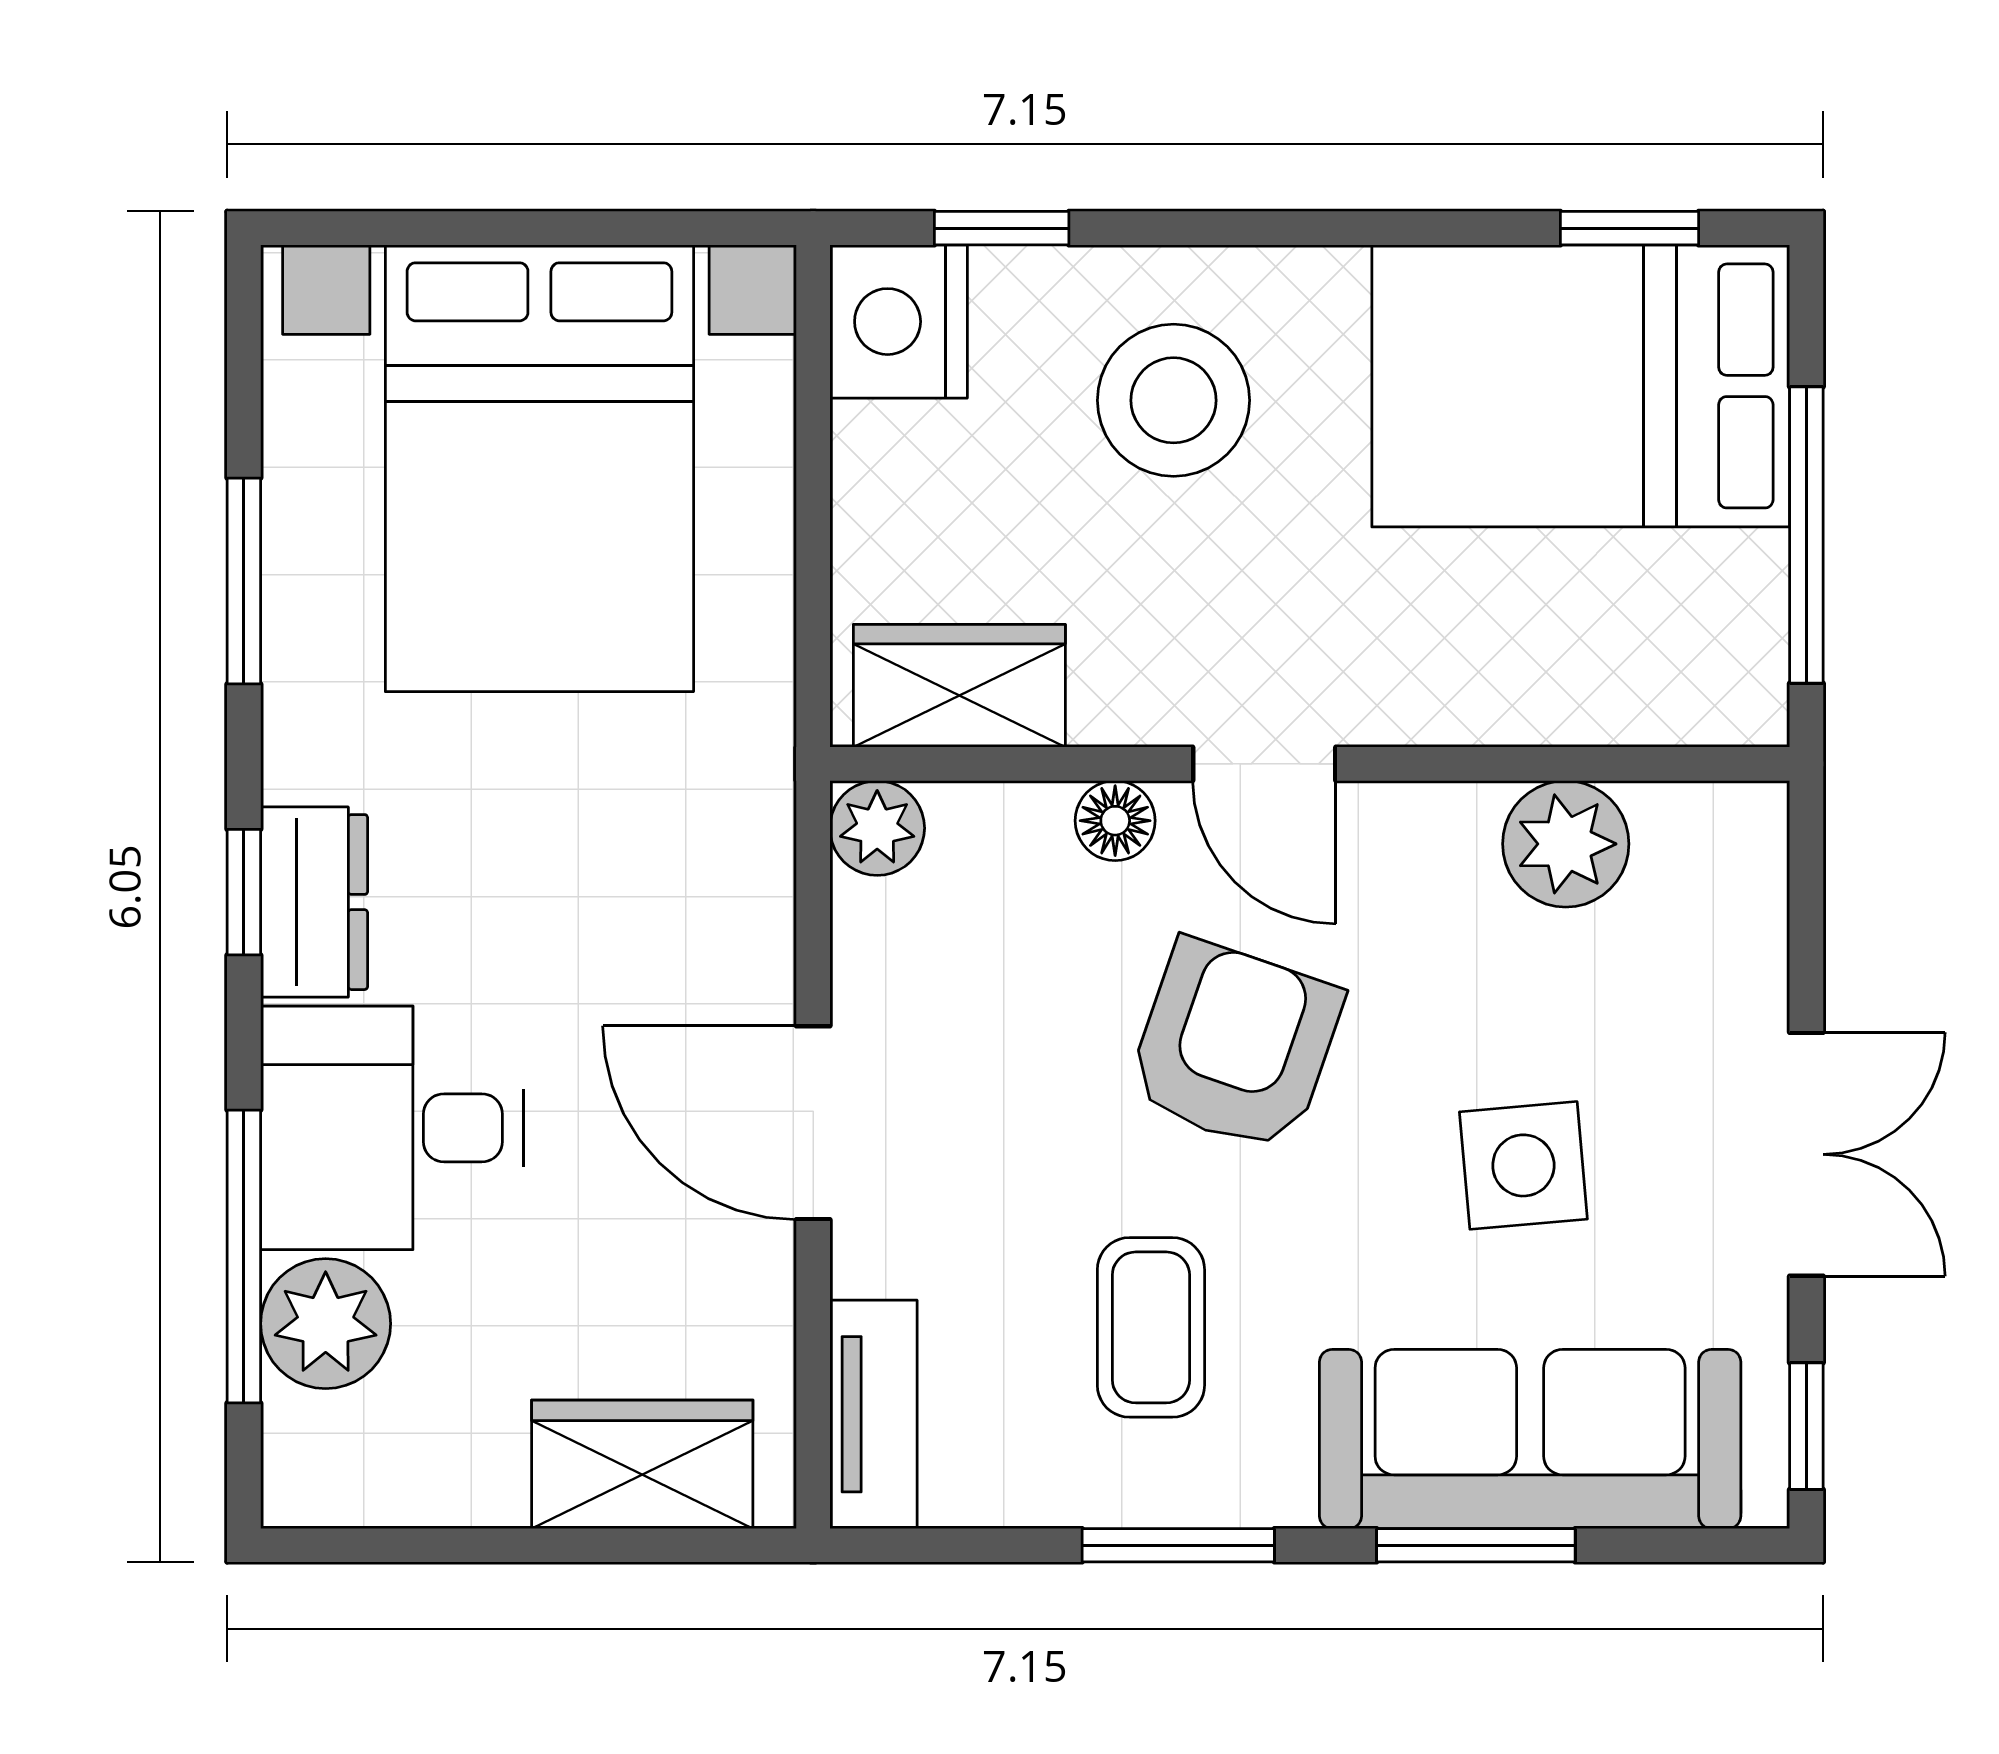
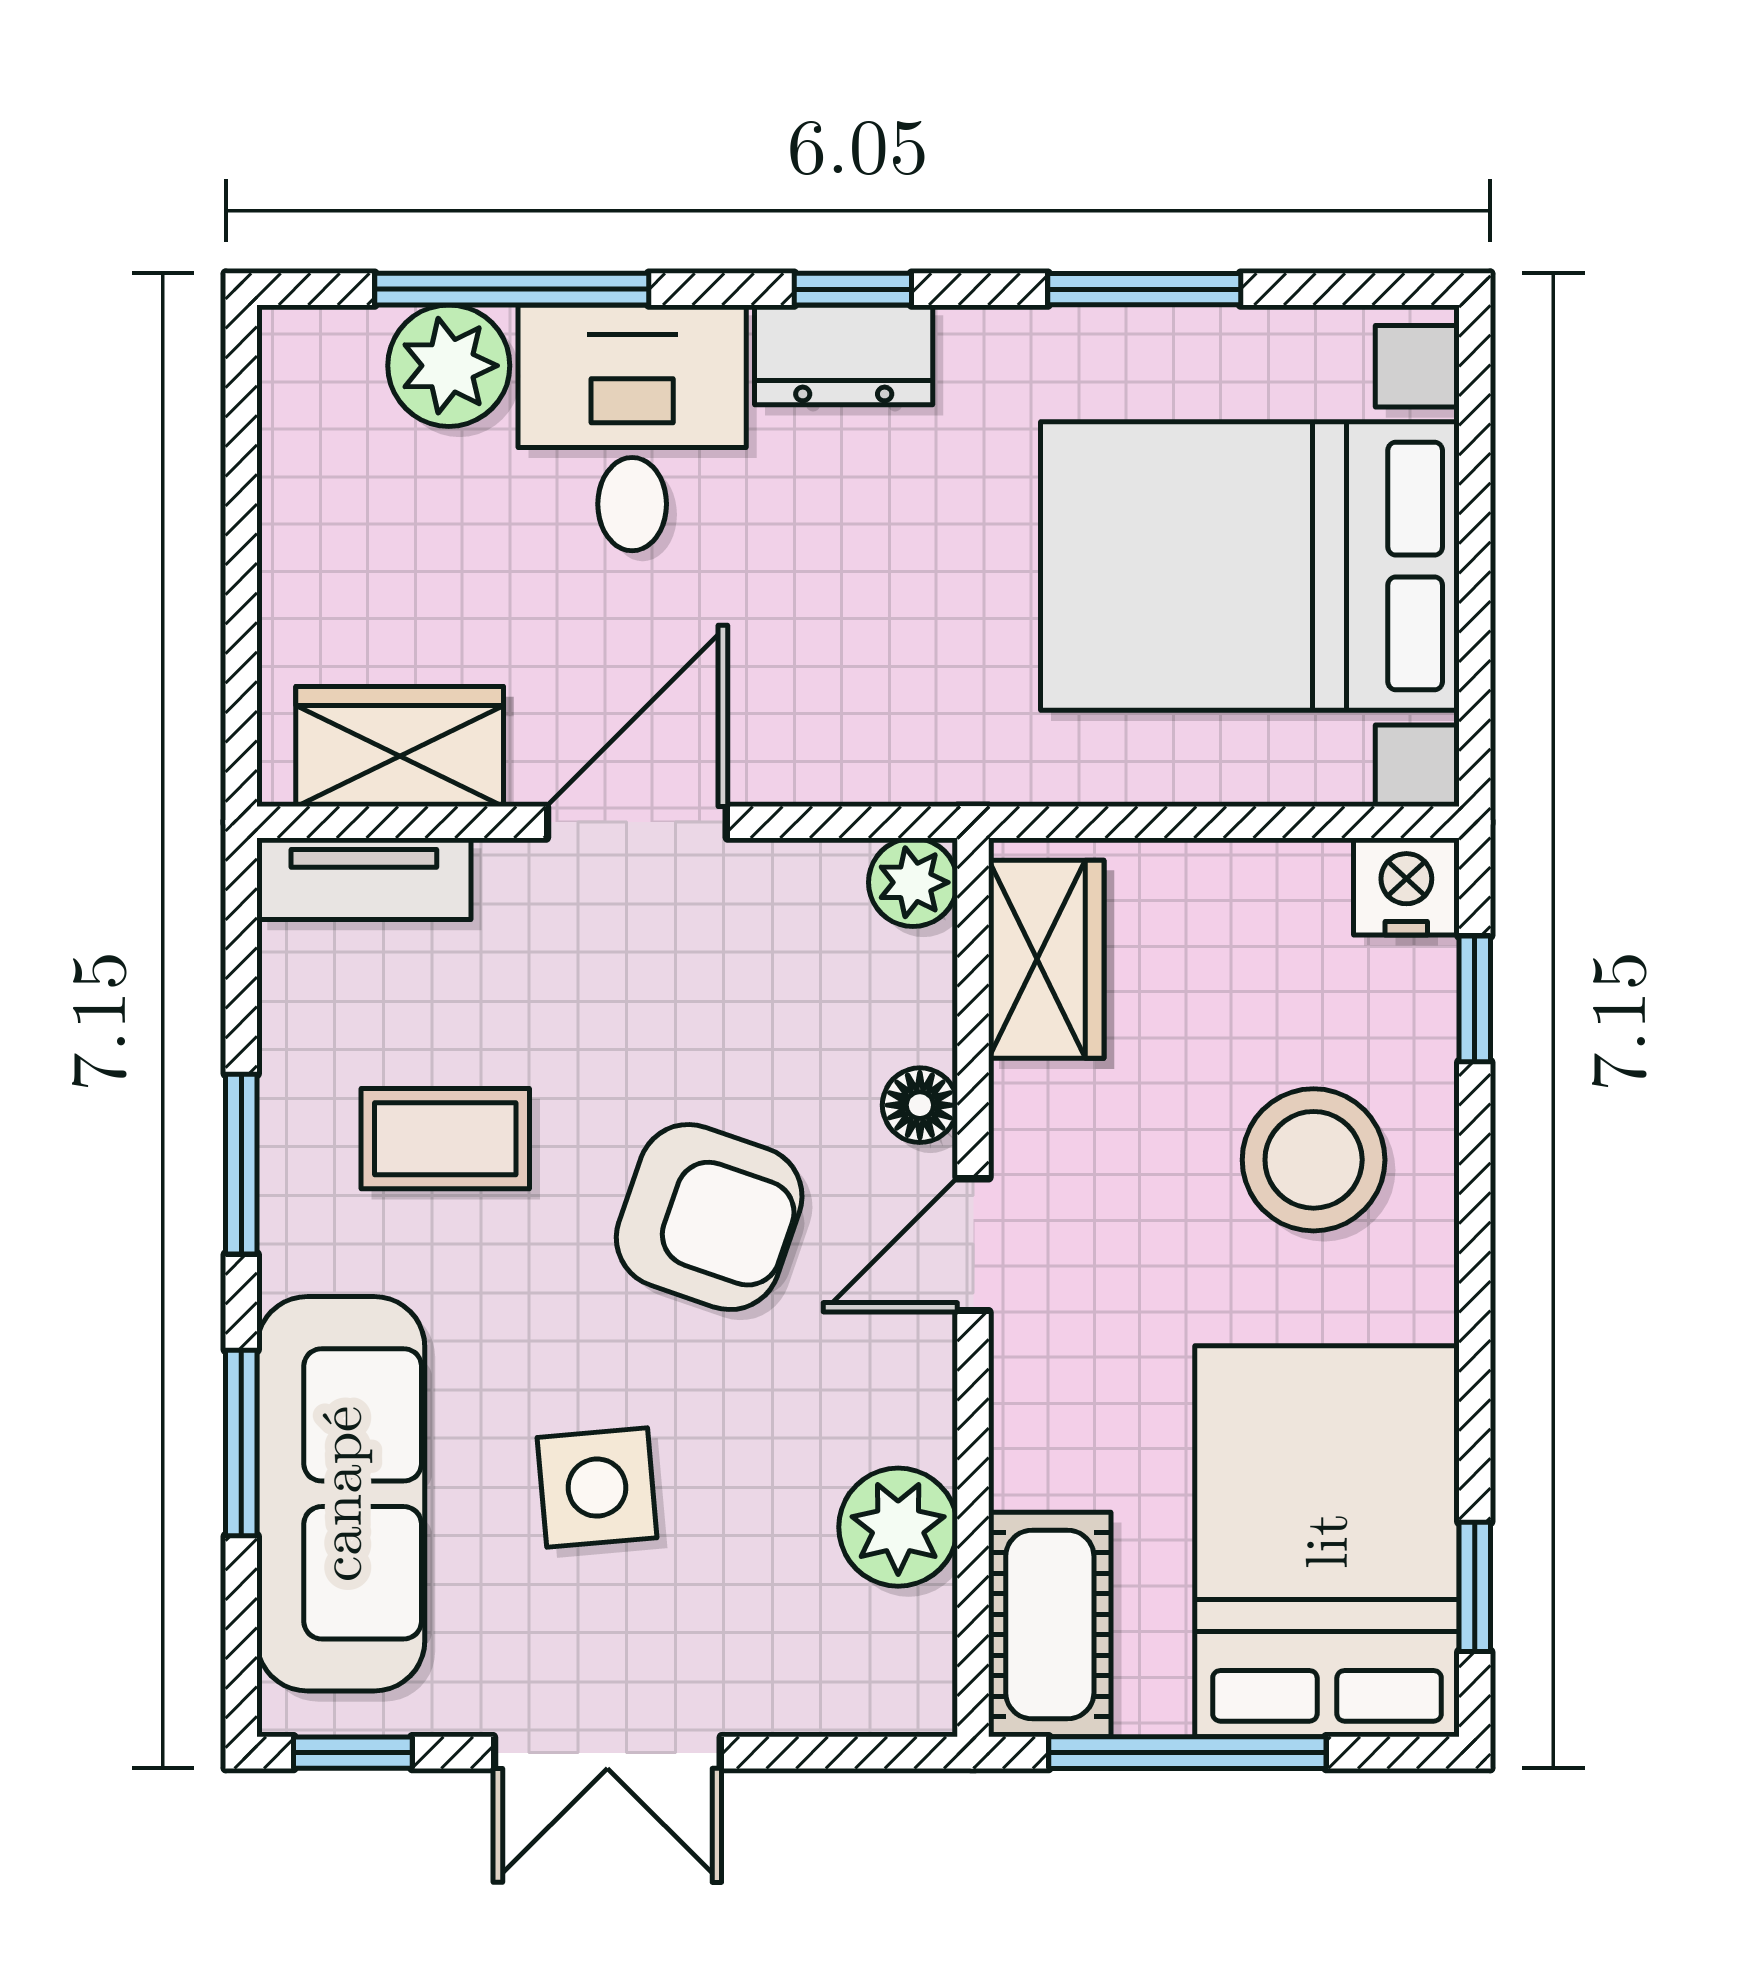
nightstand: (899, 322) -> (1406, 886), width x0.74, depth x0.75
cot: (1670, 682) -> (1050, 1625), added
wardrobe: (642, 1464) -> (400, 746), moved, turned -90

